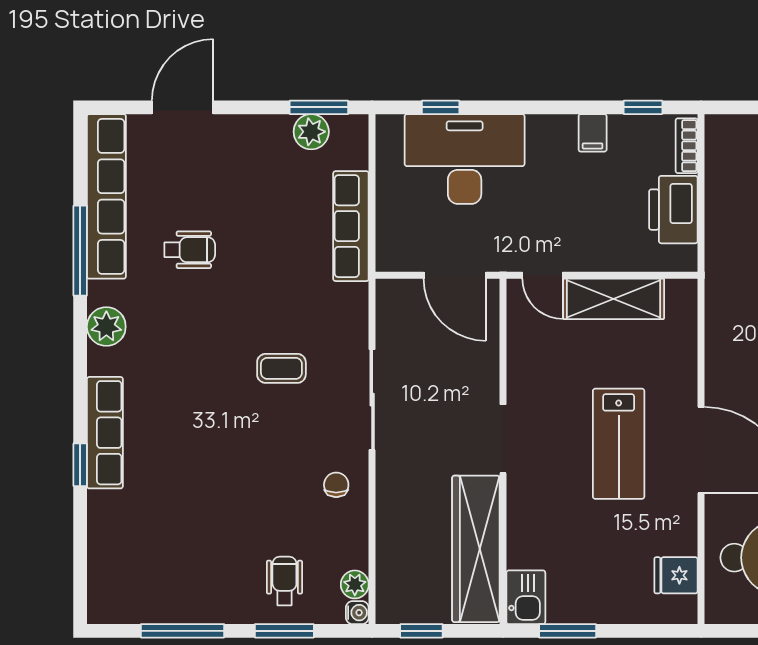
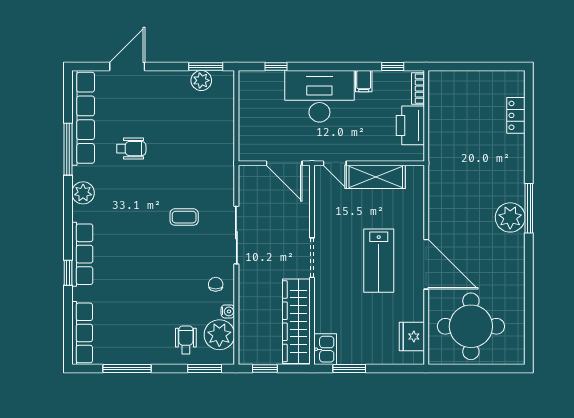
desk: (465, 159) -> (319, 96), moved
row of seats: (351, 226) -> (82, 333), moved, turned 180
fridge: (676, 575) -> (412, 337), width x1.38
plant: (355, 584) -> (219, 335), width x1.87, depth x1.87
water cooler: (357, 613) -> (228, 311), moved
window: (284, 631) -> (205, 369), moved

